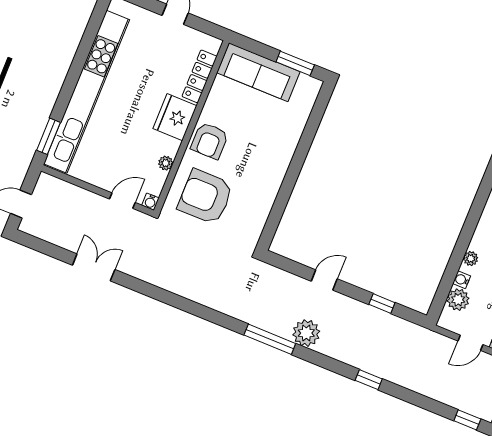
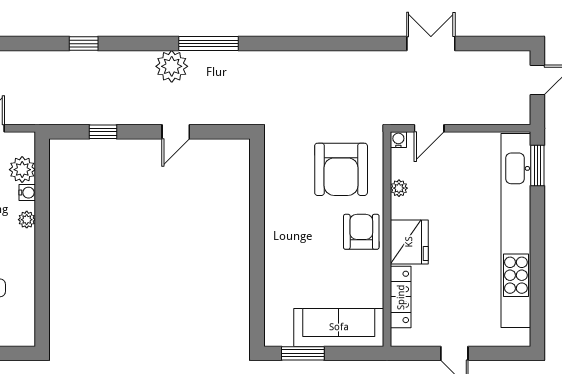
armchair: (205, 197) -> (341, 169), turned 90
double door: (94, 267) -> (431, 44), swing flipped

